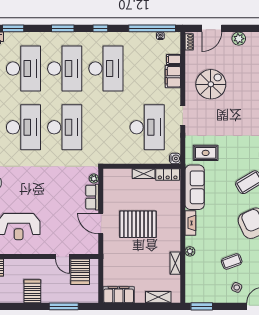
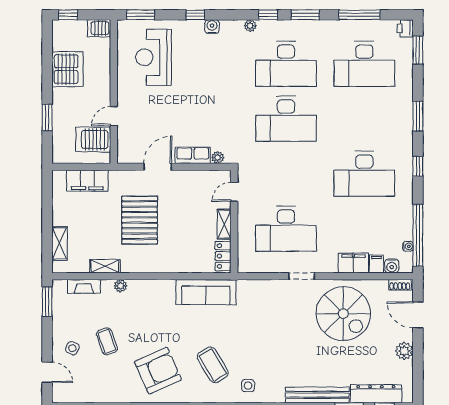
desk: (65, 69) -> (364, 119), removed
spiral stairs: (211, 84) -> (343, 314), width x1.37, depth x1.37
rug: (206, 153) -> (252, 307), removed
water cooler: (175, 158) -> (392, 266), moved
door: (119, 166) -> (234, 192), added
fireplace: (190, 223) -> (84, 286), moved
pallet: (138, 224) -> (140, 220), moved
server rack: (32, 291) -> (67, 69), width x1.60
filing cabinet: (119, 295) -> (87, 181), moved, turned 90
window: (64, 306) -> (47, 117), width x0.69

